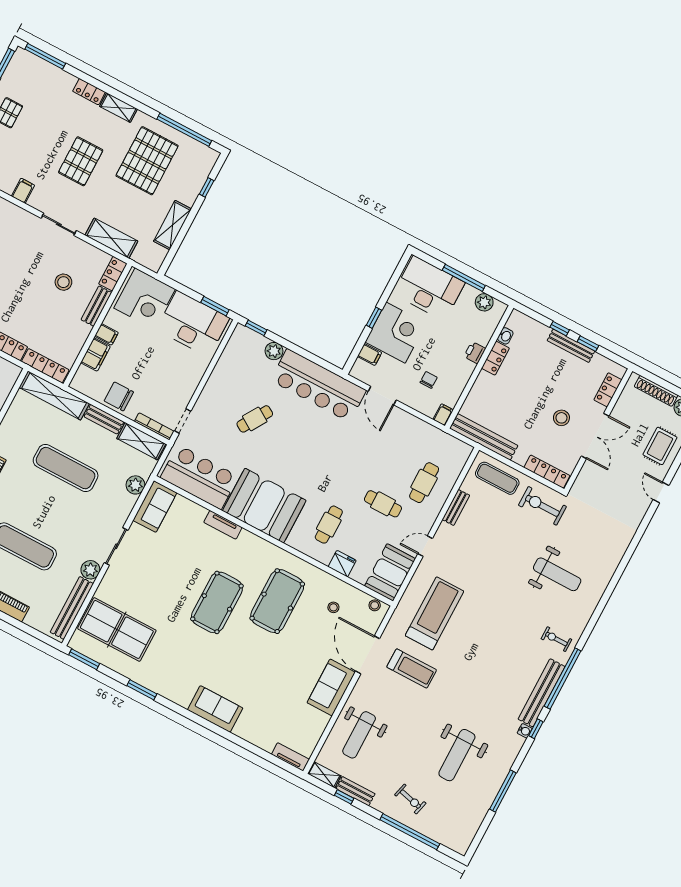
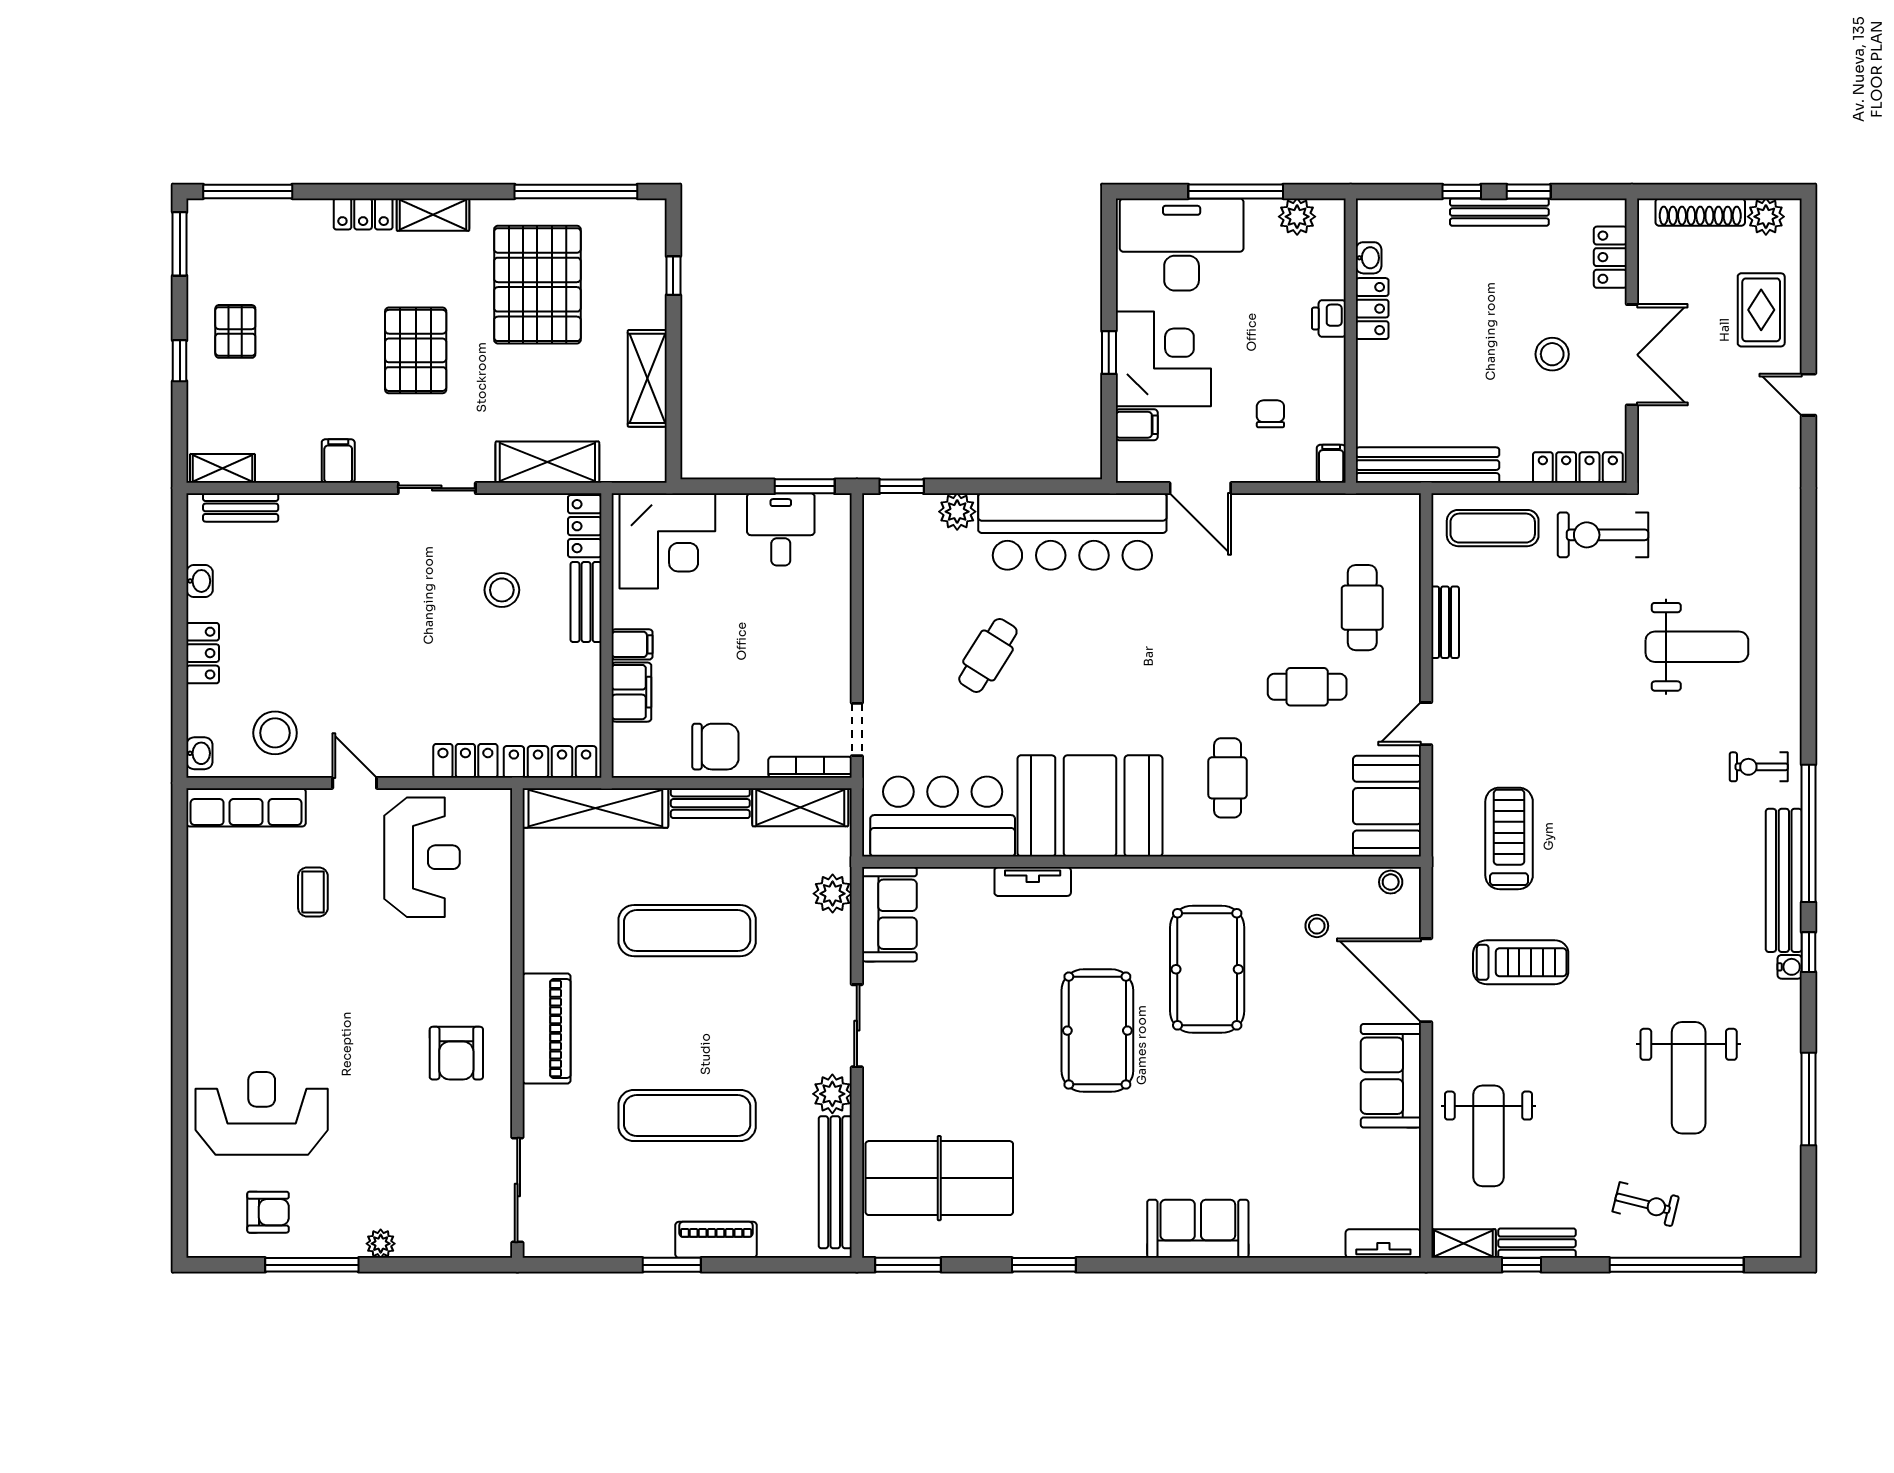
desk: (193, 324) -> (781, 529), width x0.53, depth x0.77
chair: (119, 396) -> (715, 747), turned 180
fridge: (342, 564) -> (1290, 837), removed
treadmill: (435, 613) -> (1509, 838), width x0.73, depth x0.73

